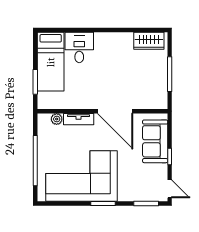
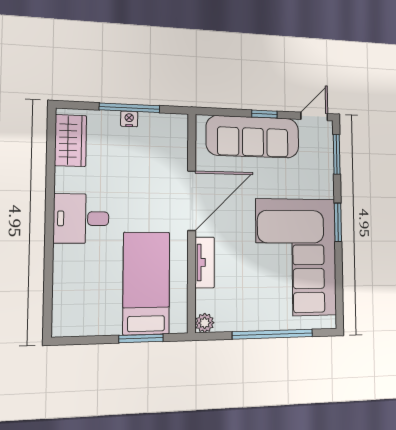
desk: (79, 47) -> (81, 219), moved
bed: (51, 62) -> (146, 283), moved, turned -90
nightstand: (163, 74) -> (129, 119), added
plant: (57, 119) -> (205, 323), moved
sofa: (155, 141) -> (253, 137), width x1.36

